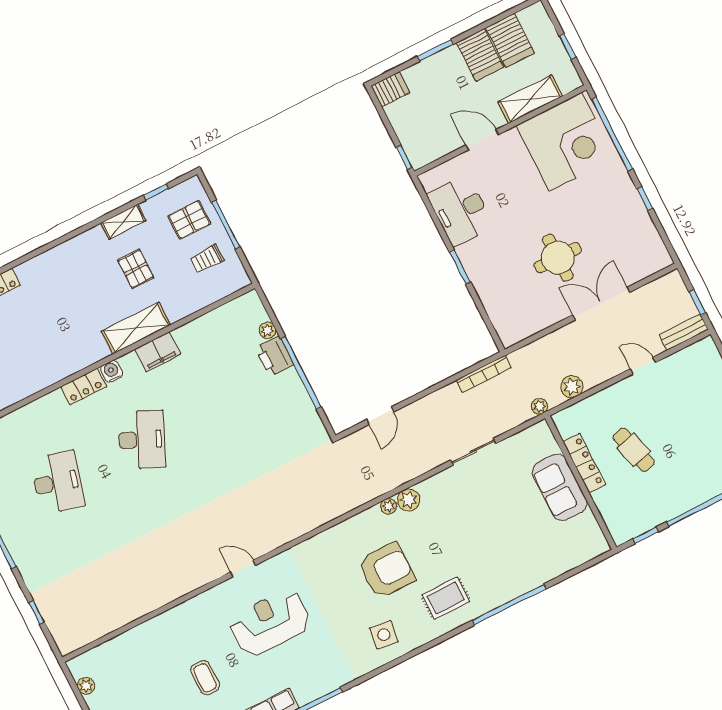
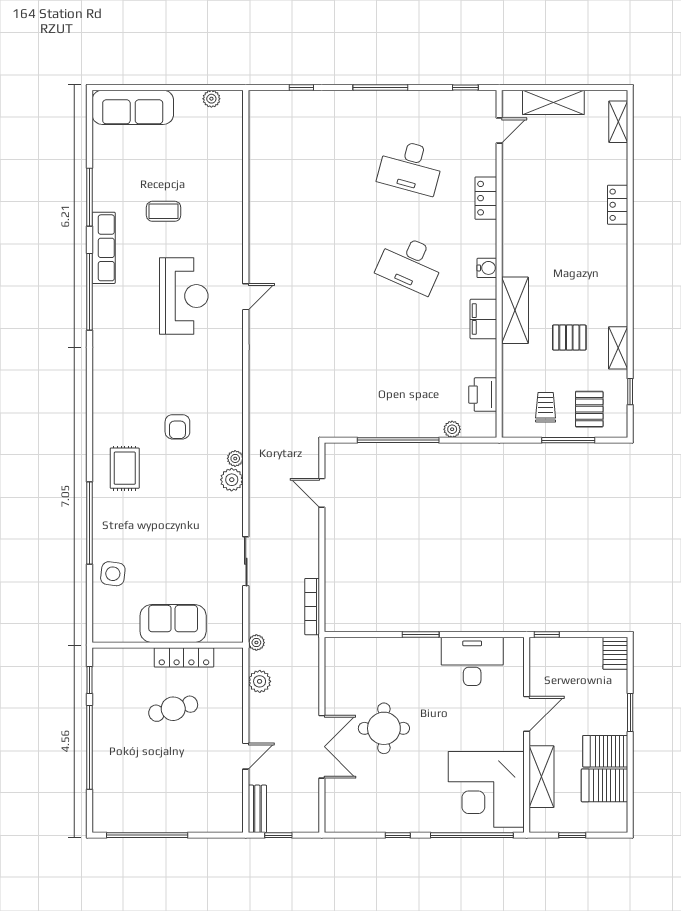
printer: (274, 356) -> (483, 395), moved, turned -90
locker: (84, 387) -> (486, 198), moved
armchair: (387, 570) -> (177, 427), width x0.53, depth x0.53
side table: (384, 635) -> (113, 574), moved

